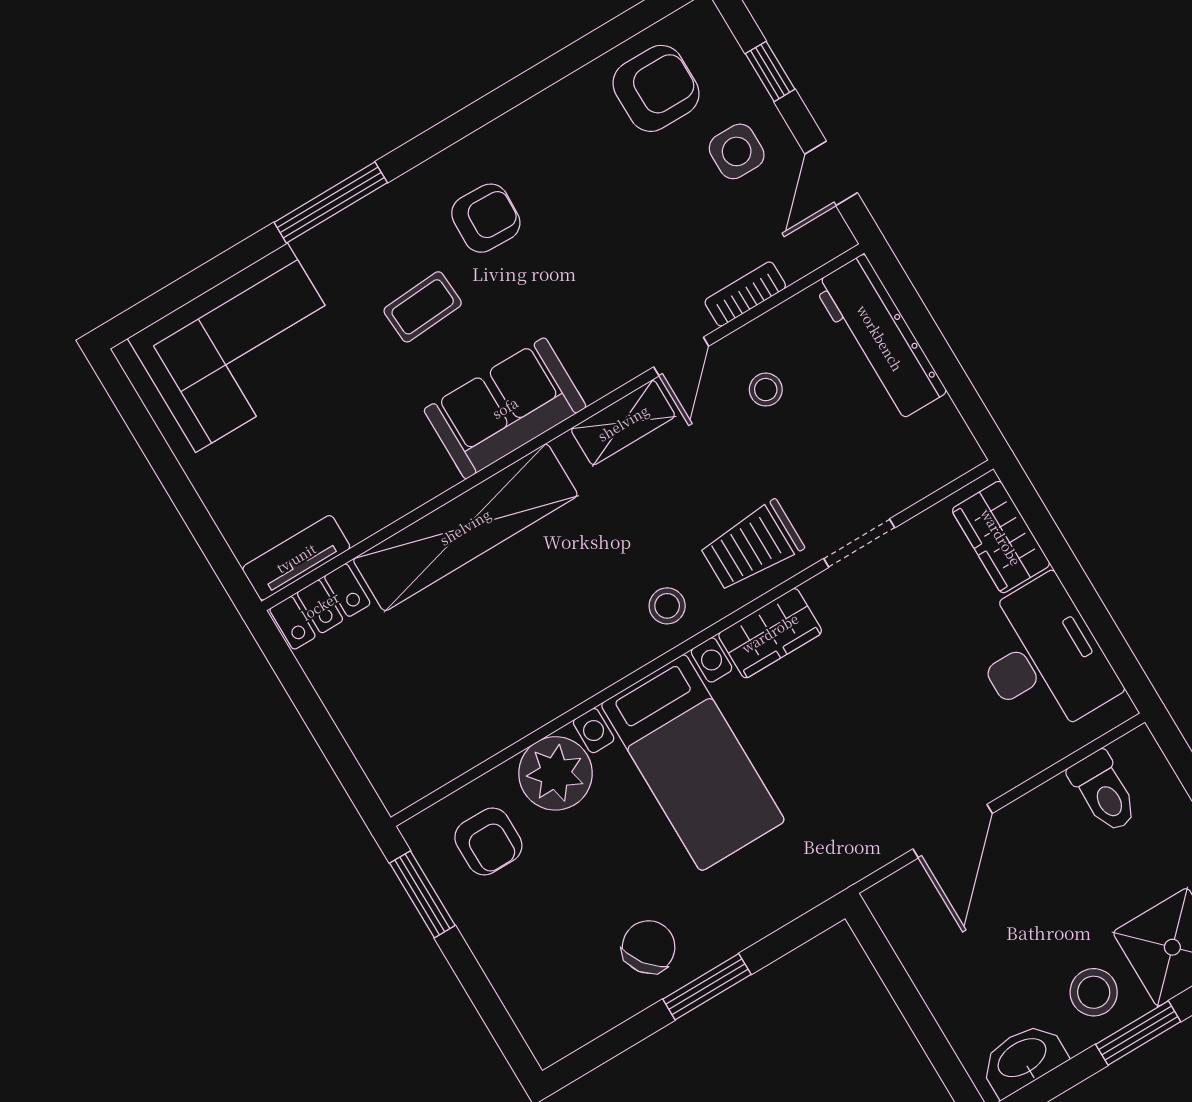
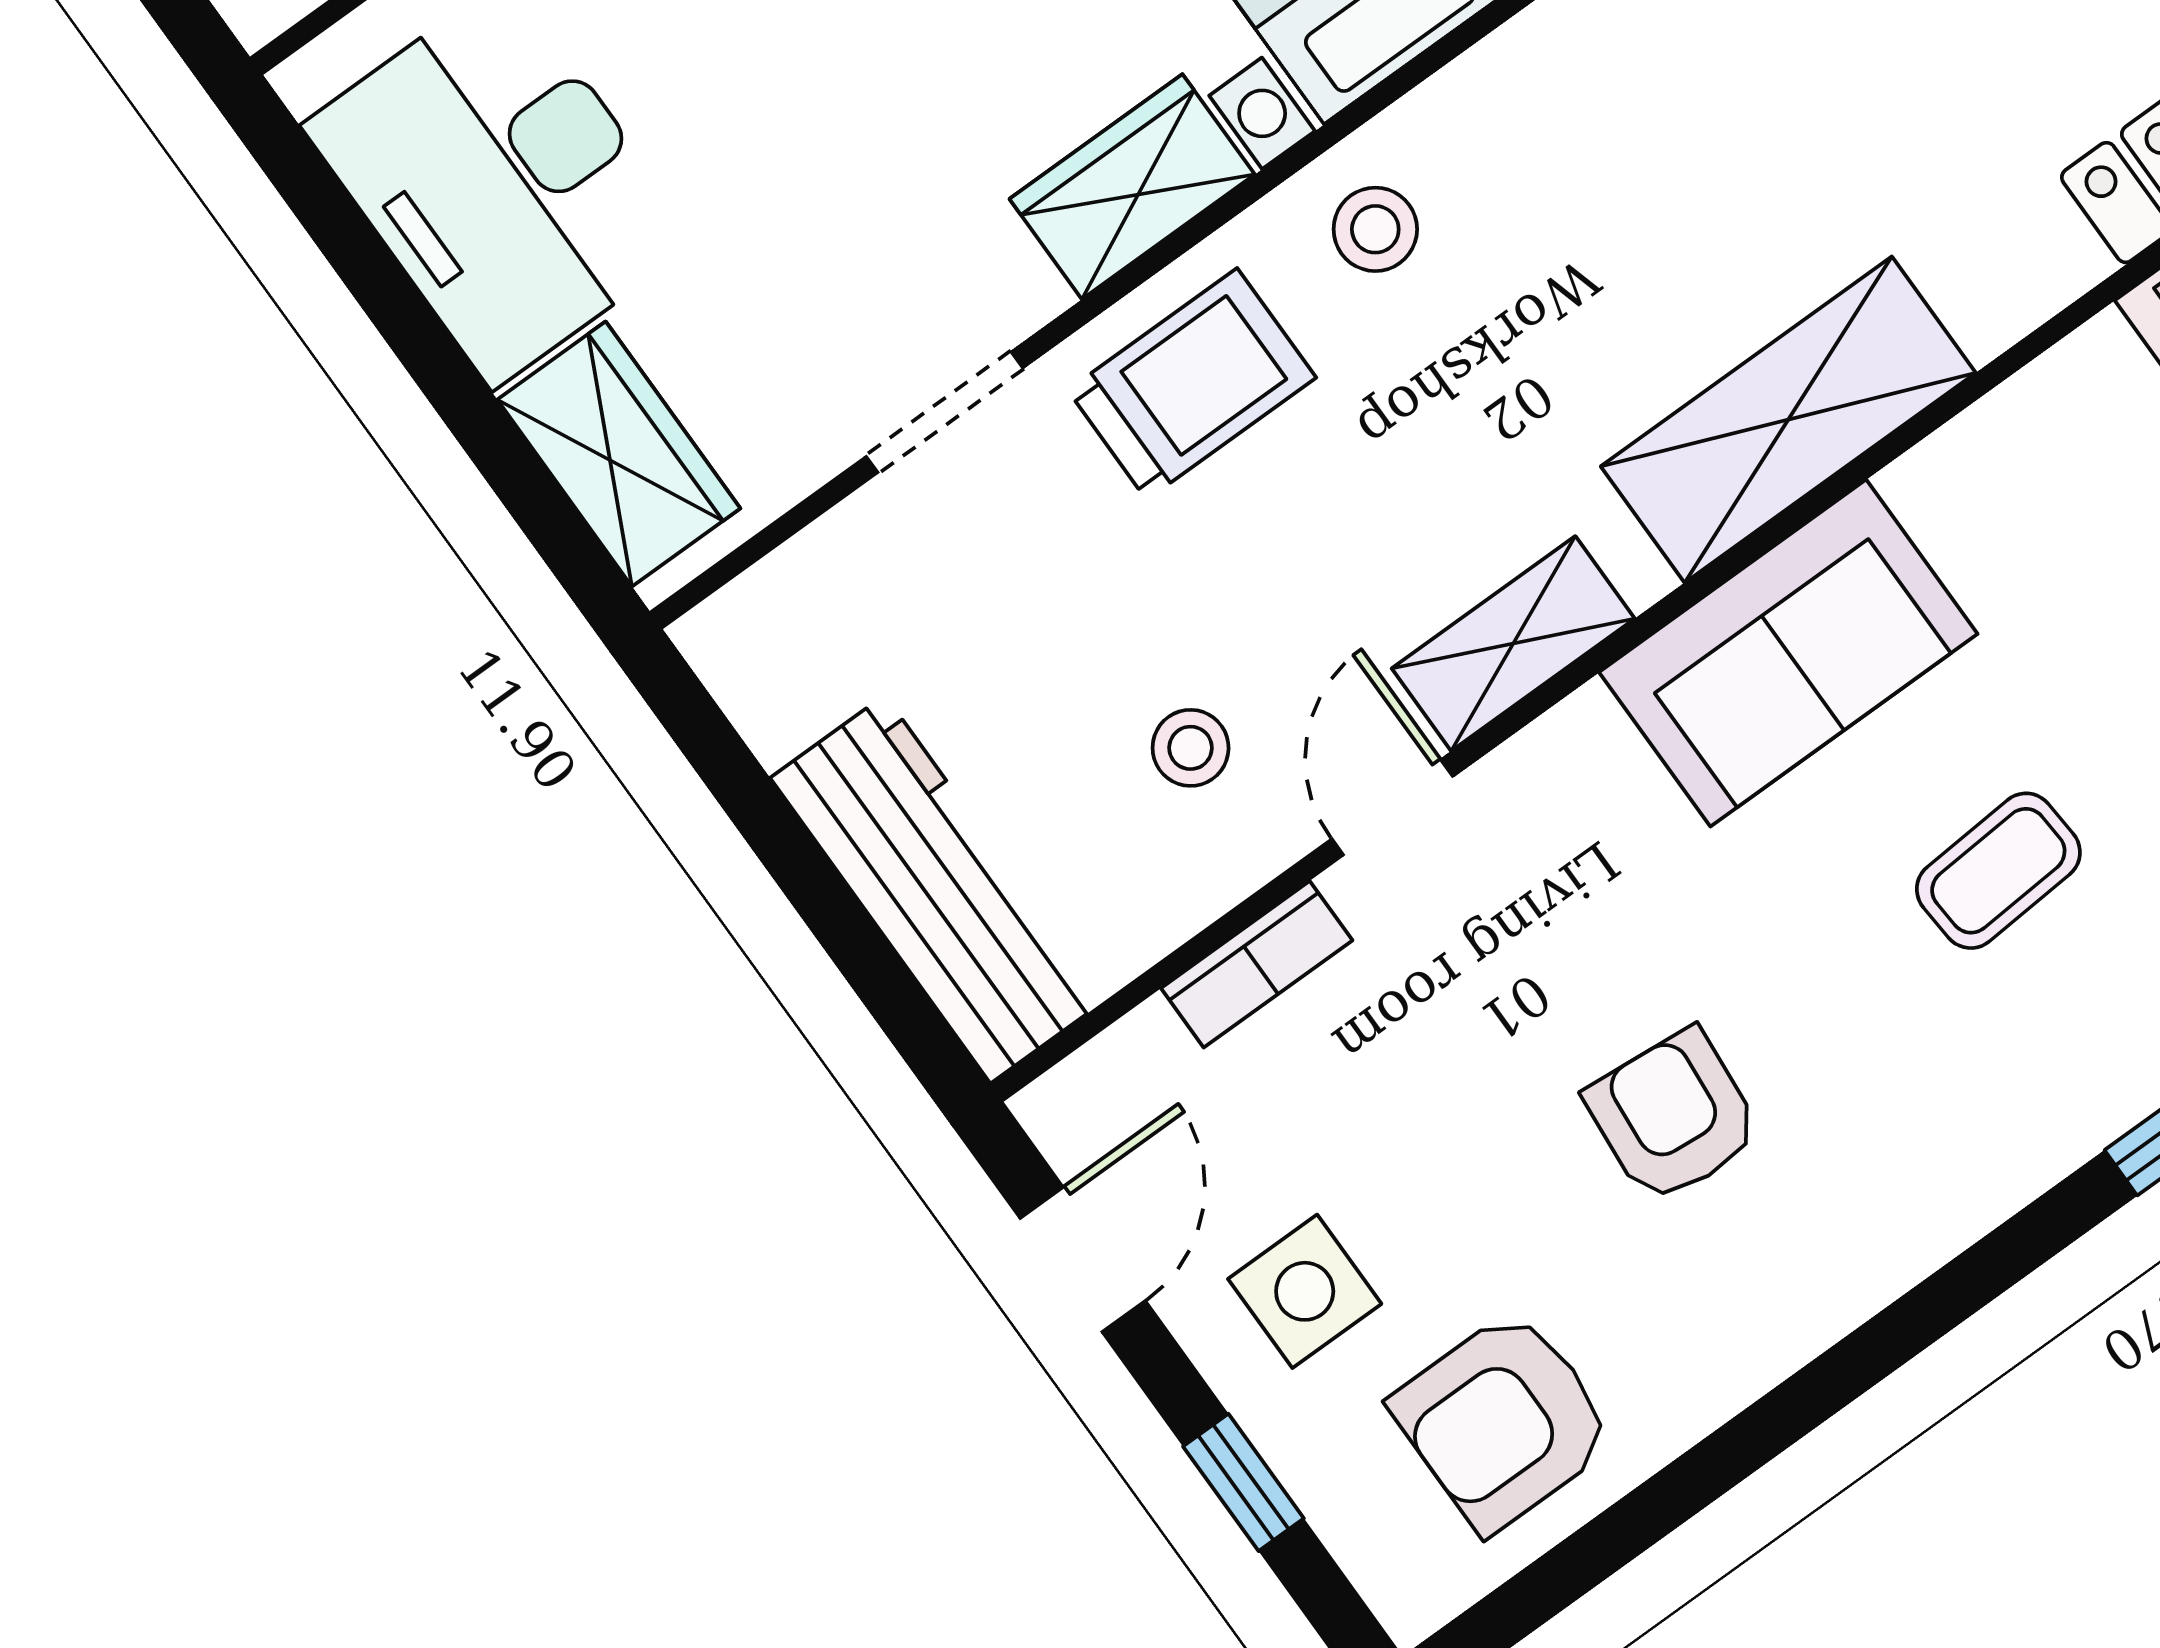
armchair: (486, 218) -> (1673, 1116), moved, turned 93
shelving: (465, 527) -> (1788, 420), width x0.68

